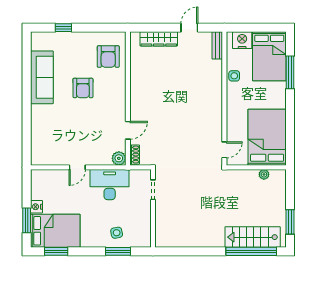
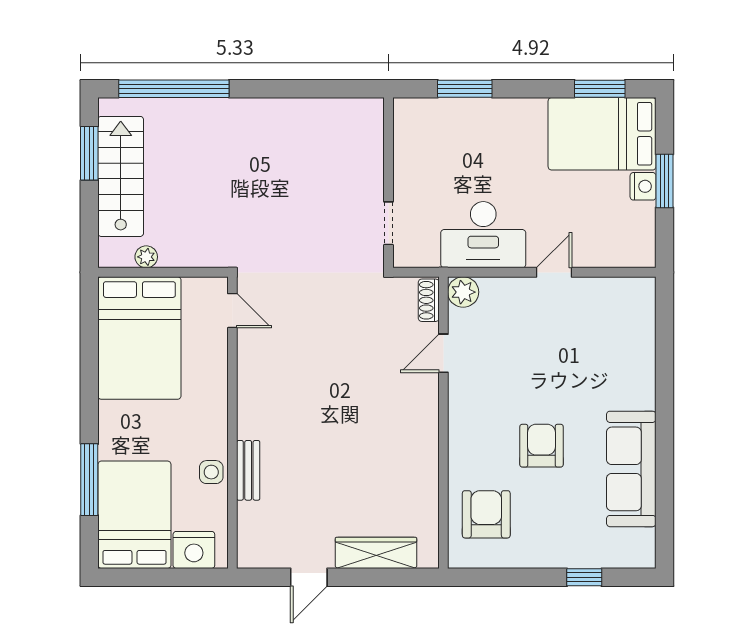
bench: (217, 45) -> (248, 470), moved
door: (224, 150) -> (232, 311), swing flipped
window: (27, 220) -> (665, 181), moved
side table: (117, 233) -> (468, 130), removed
stairs: (253, 237) -> (121, 176), moved, turned -90

